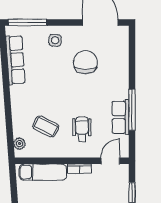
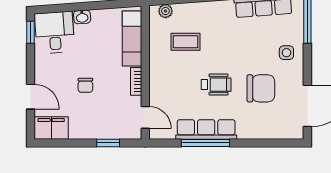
row of seats: (121, 117) -> (206, 129), width x1.48
coffee table: (46, 126) -> (186, 42), turned 64
wheelchair: (82, 129) -> (216, 85), moved

